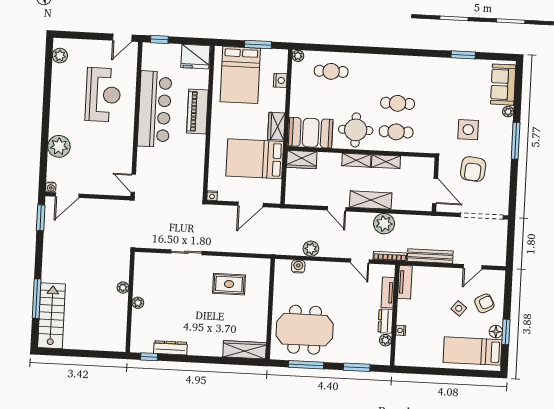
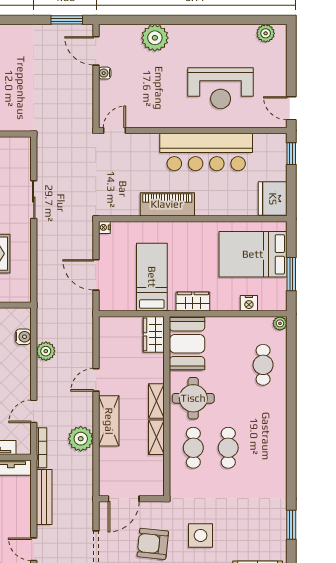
piano: (197, 111) -> (167, 204), moved
bed: (255, 159) -> (152, 277), width x0.67
water cooler: (51, 187) -> (105, 73), moved

